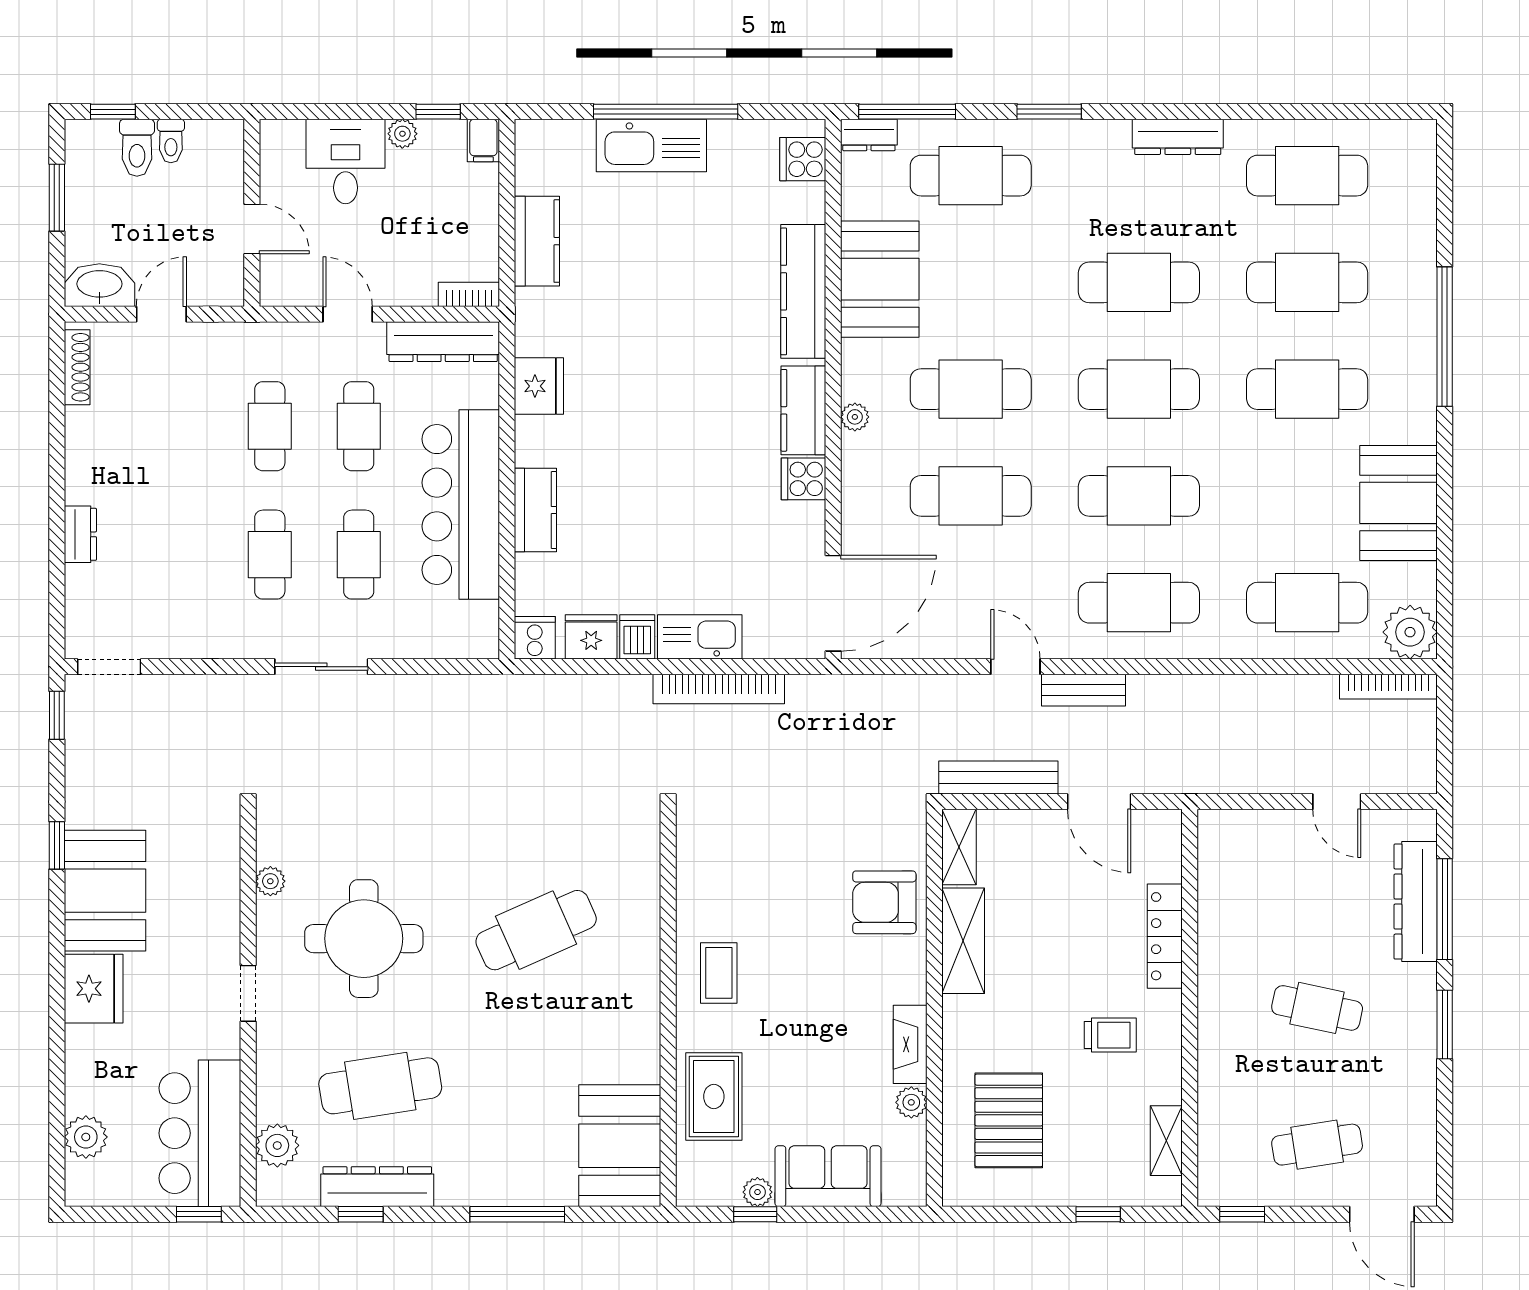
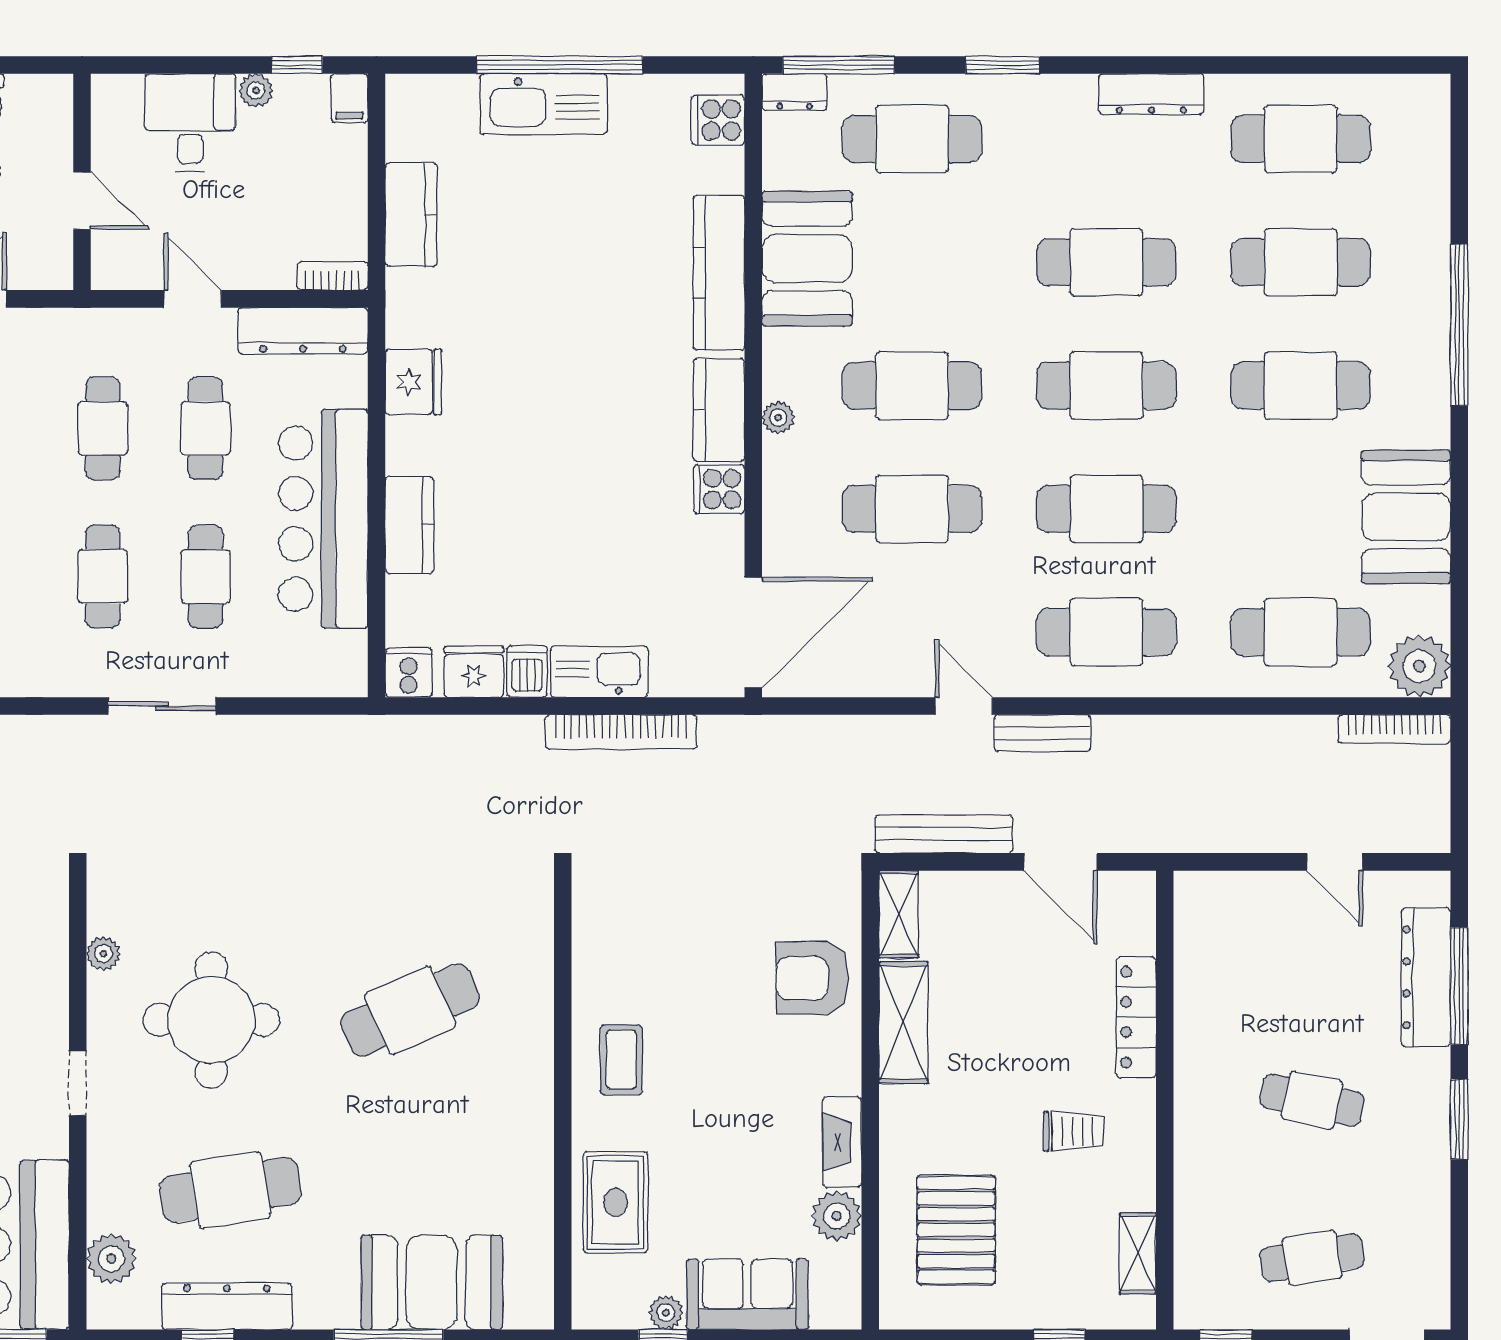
plant: (911, 1102) -> (837, 1216), width x1.38, depth x1.38
booth: (620, 1146) -> (432, 1282), moved, turned 90

